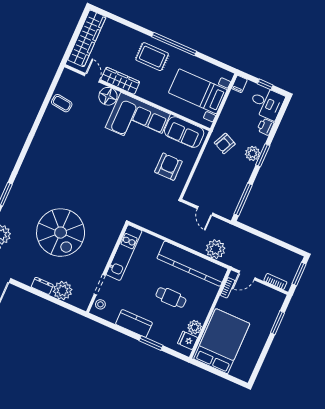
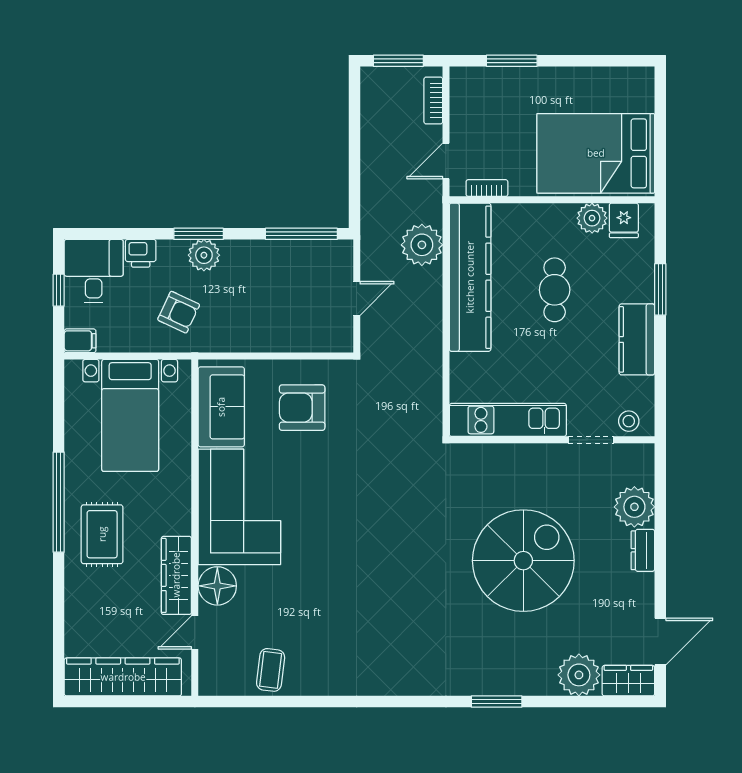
armchair: (225, 143) -> (179, 312), moved
door: (247, 275) -> (446, 161), swing flipped

